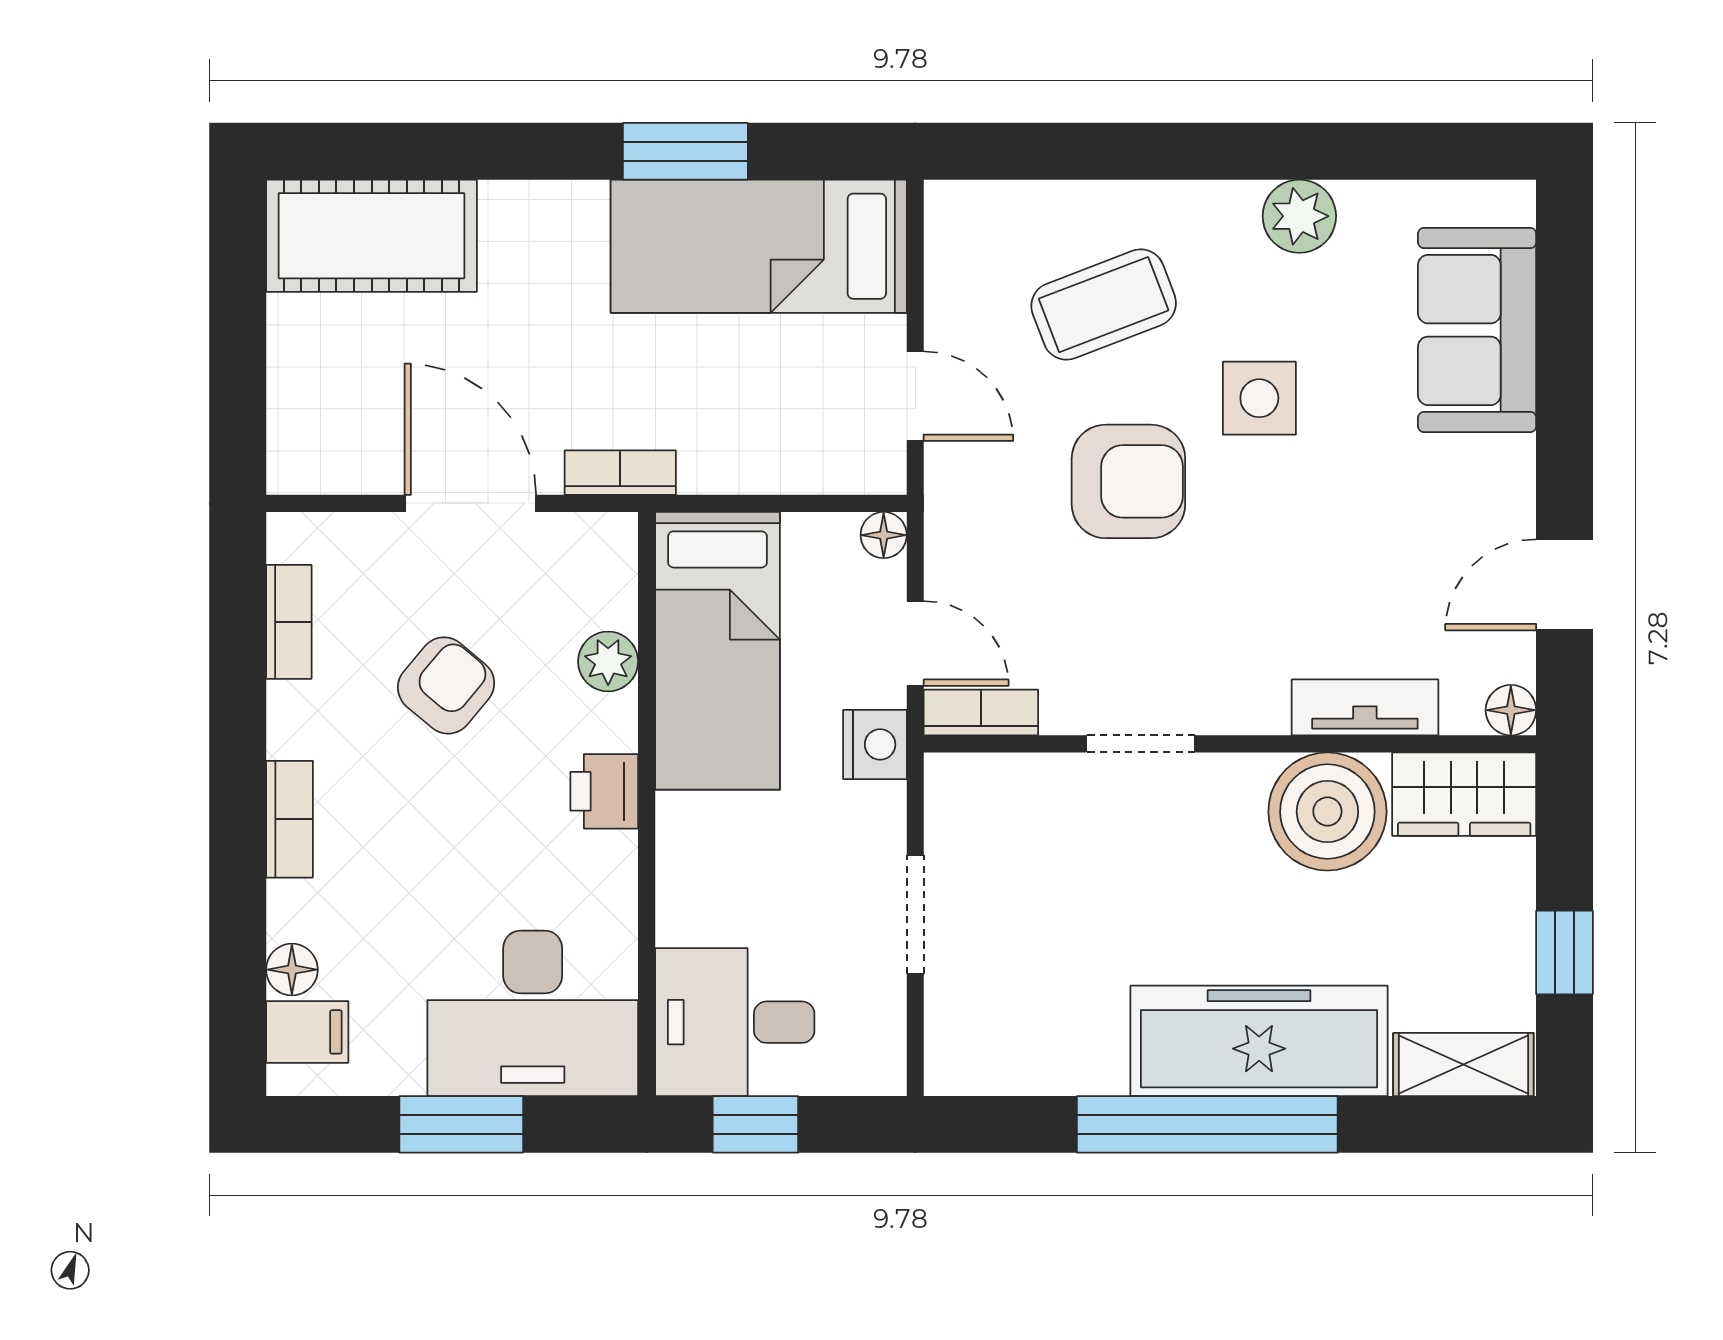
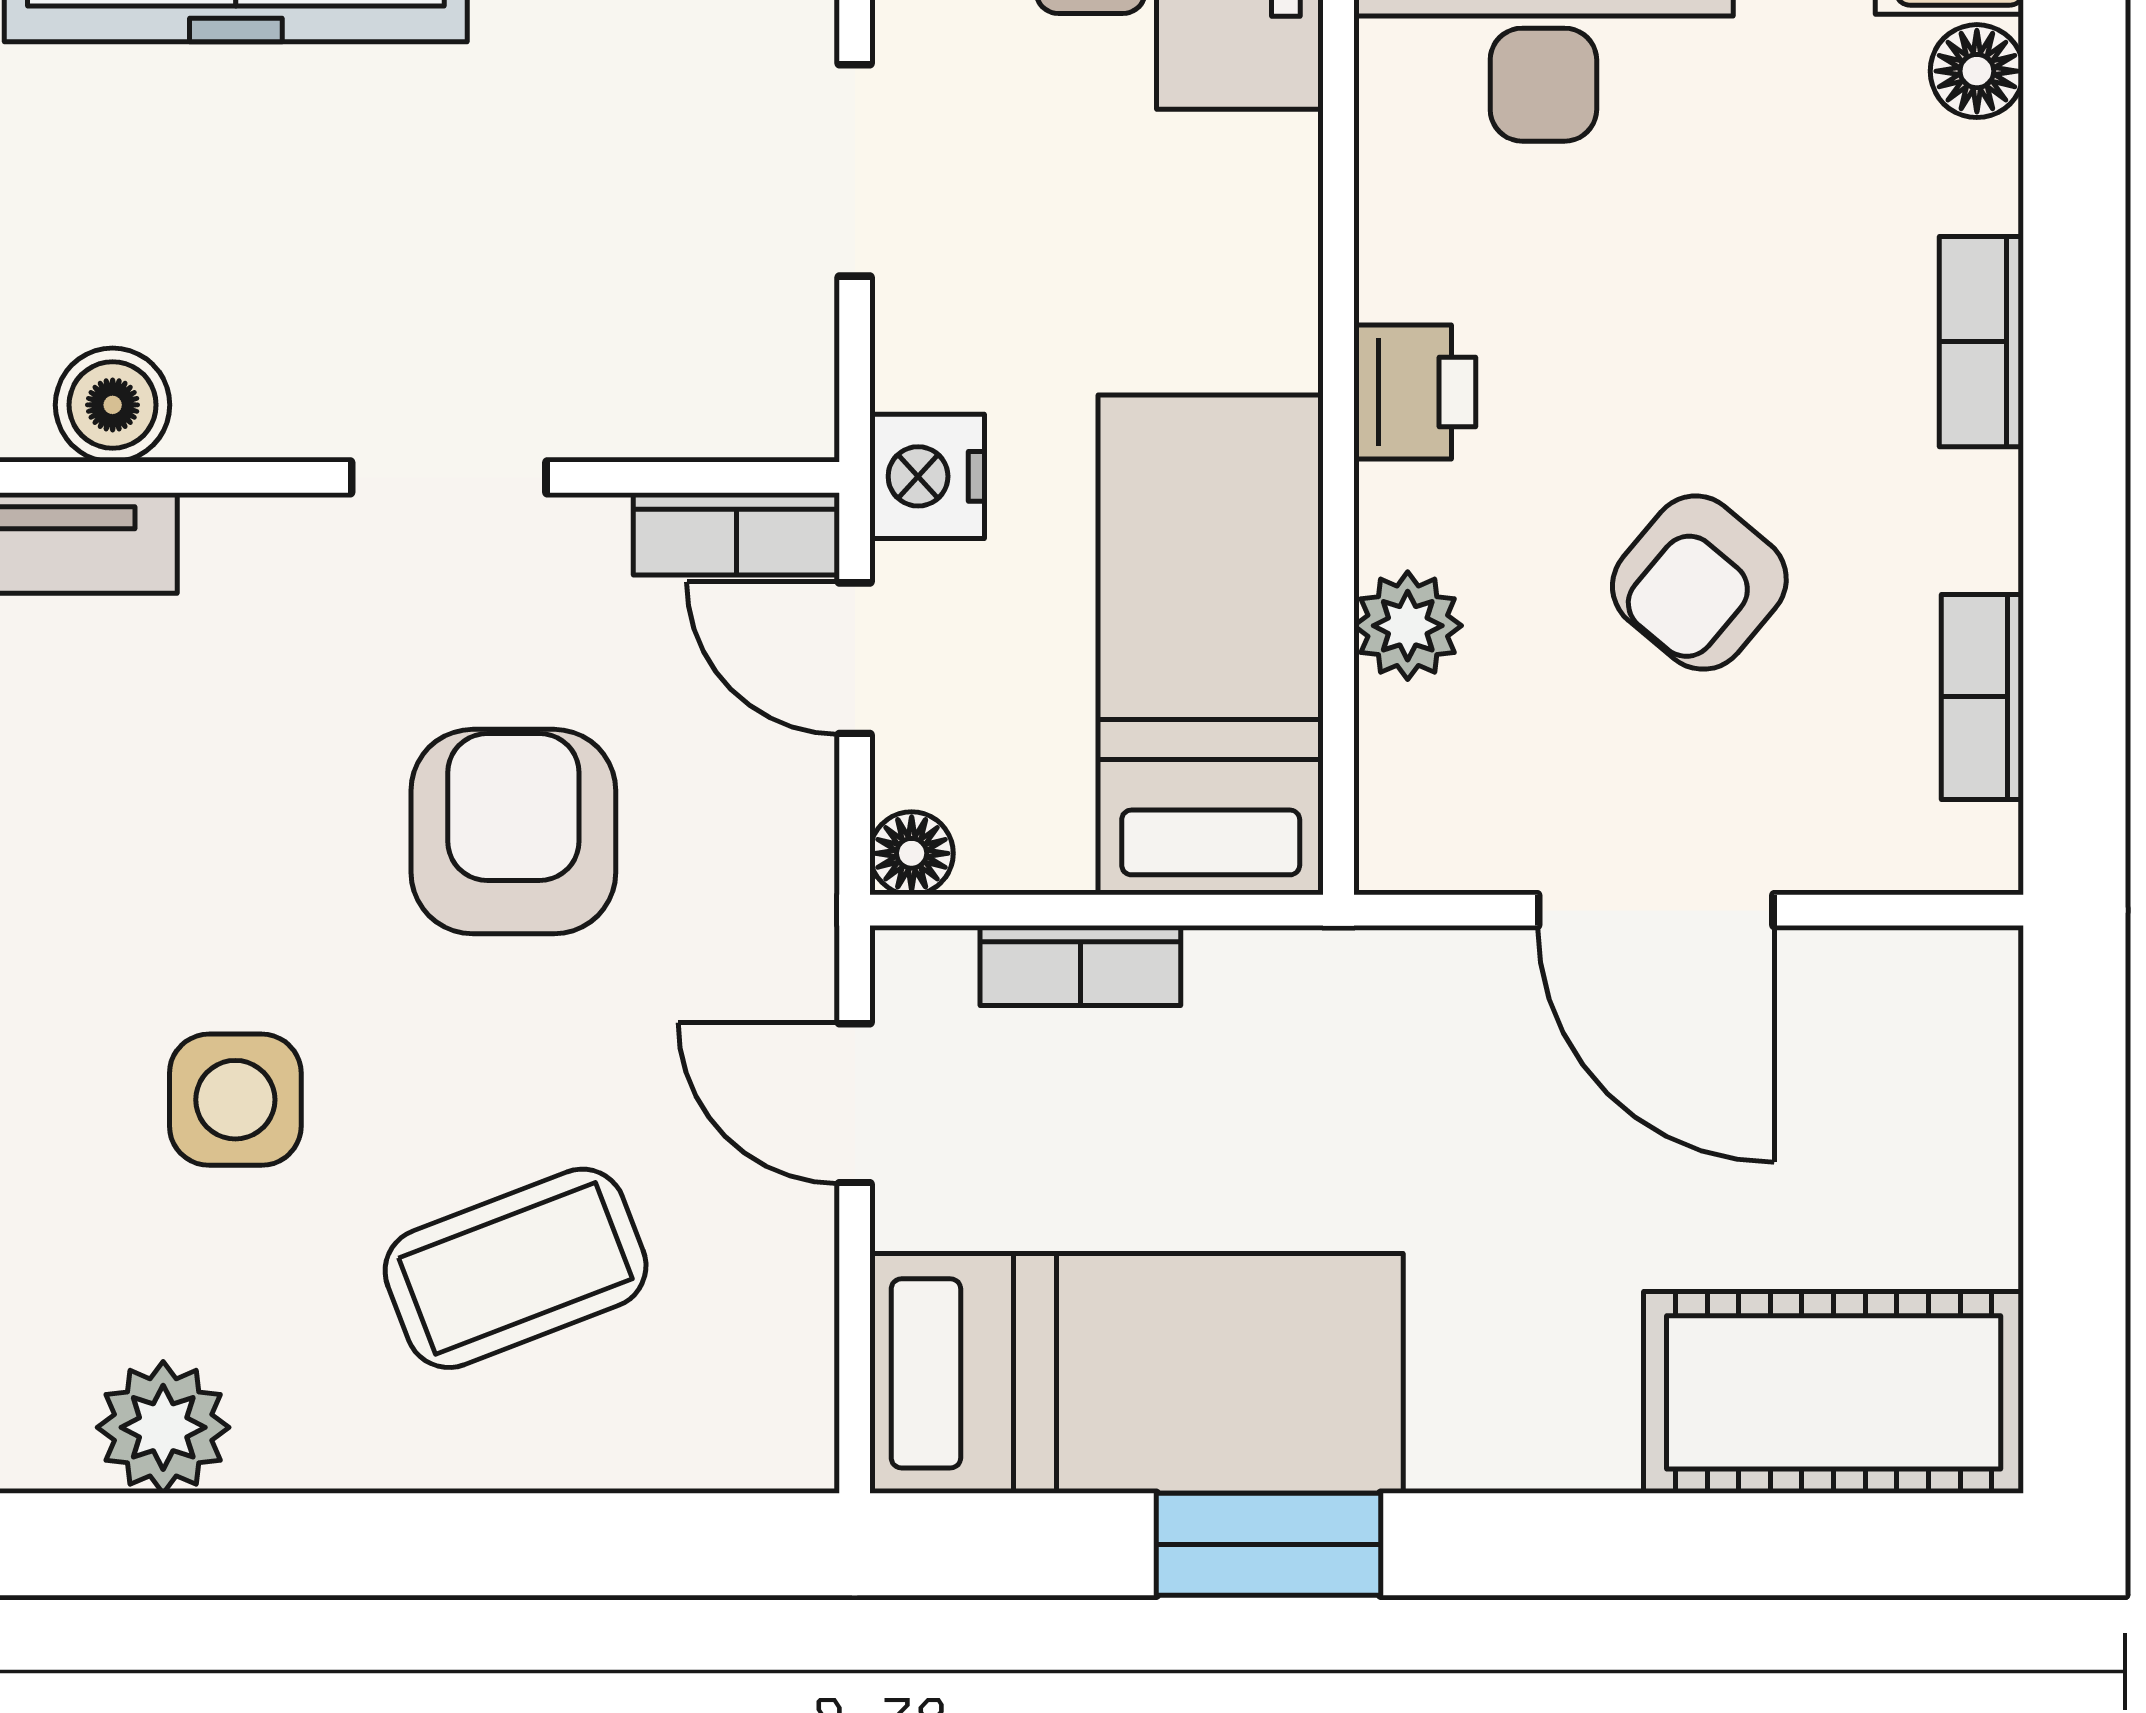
bookcase: (620, 473) -> (1080, 966), moved
armchair: (1128, 481) -> (513, 832), moved, turned 90
boiler: (1327, 812) -> (113, 405), width x0.54, depth x0.54

